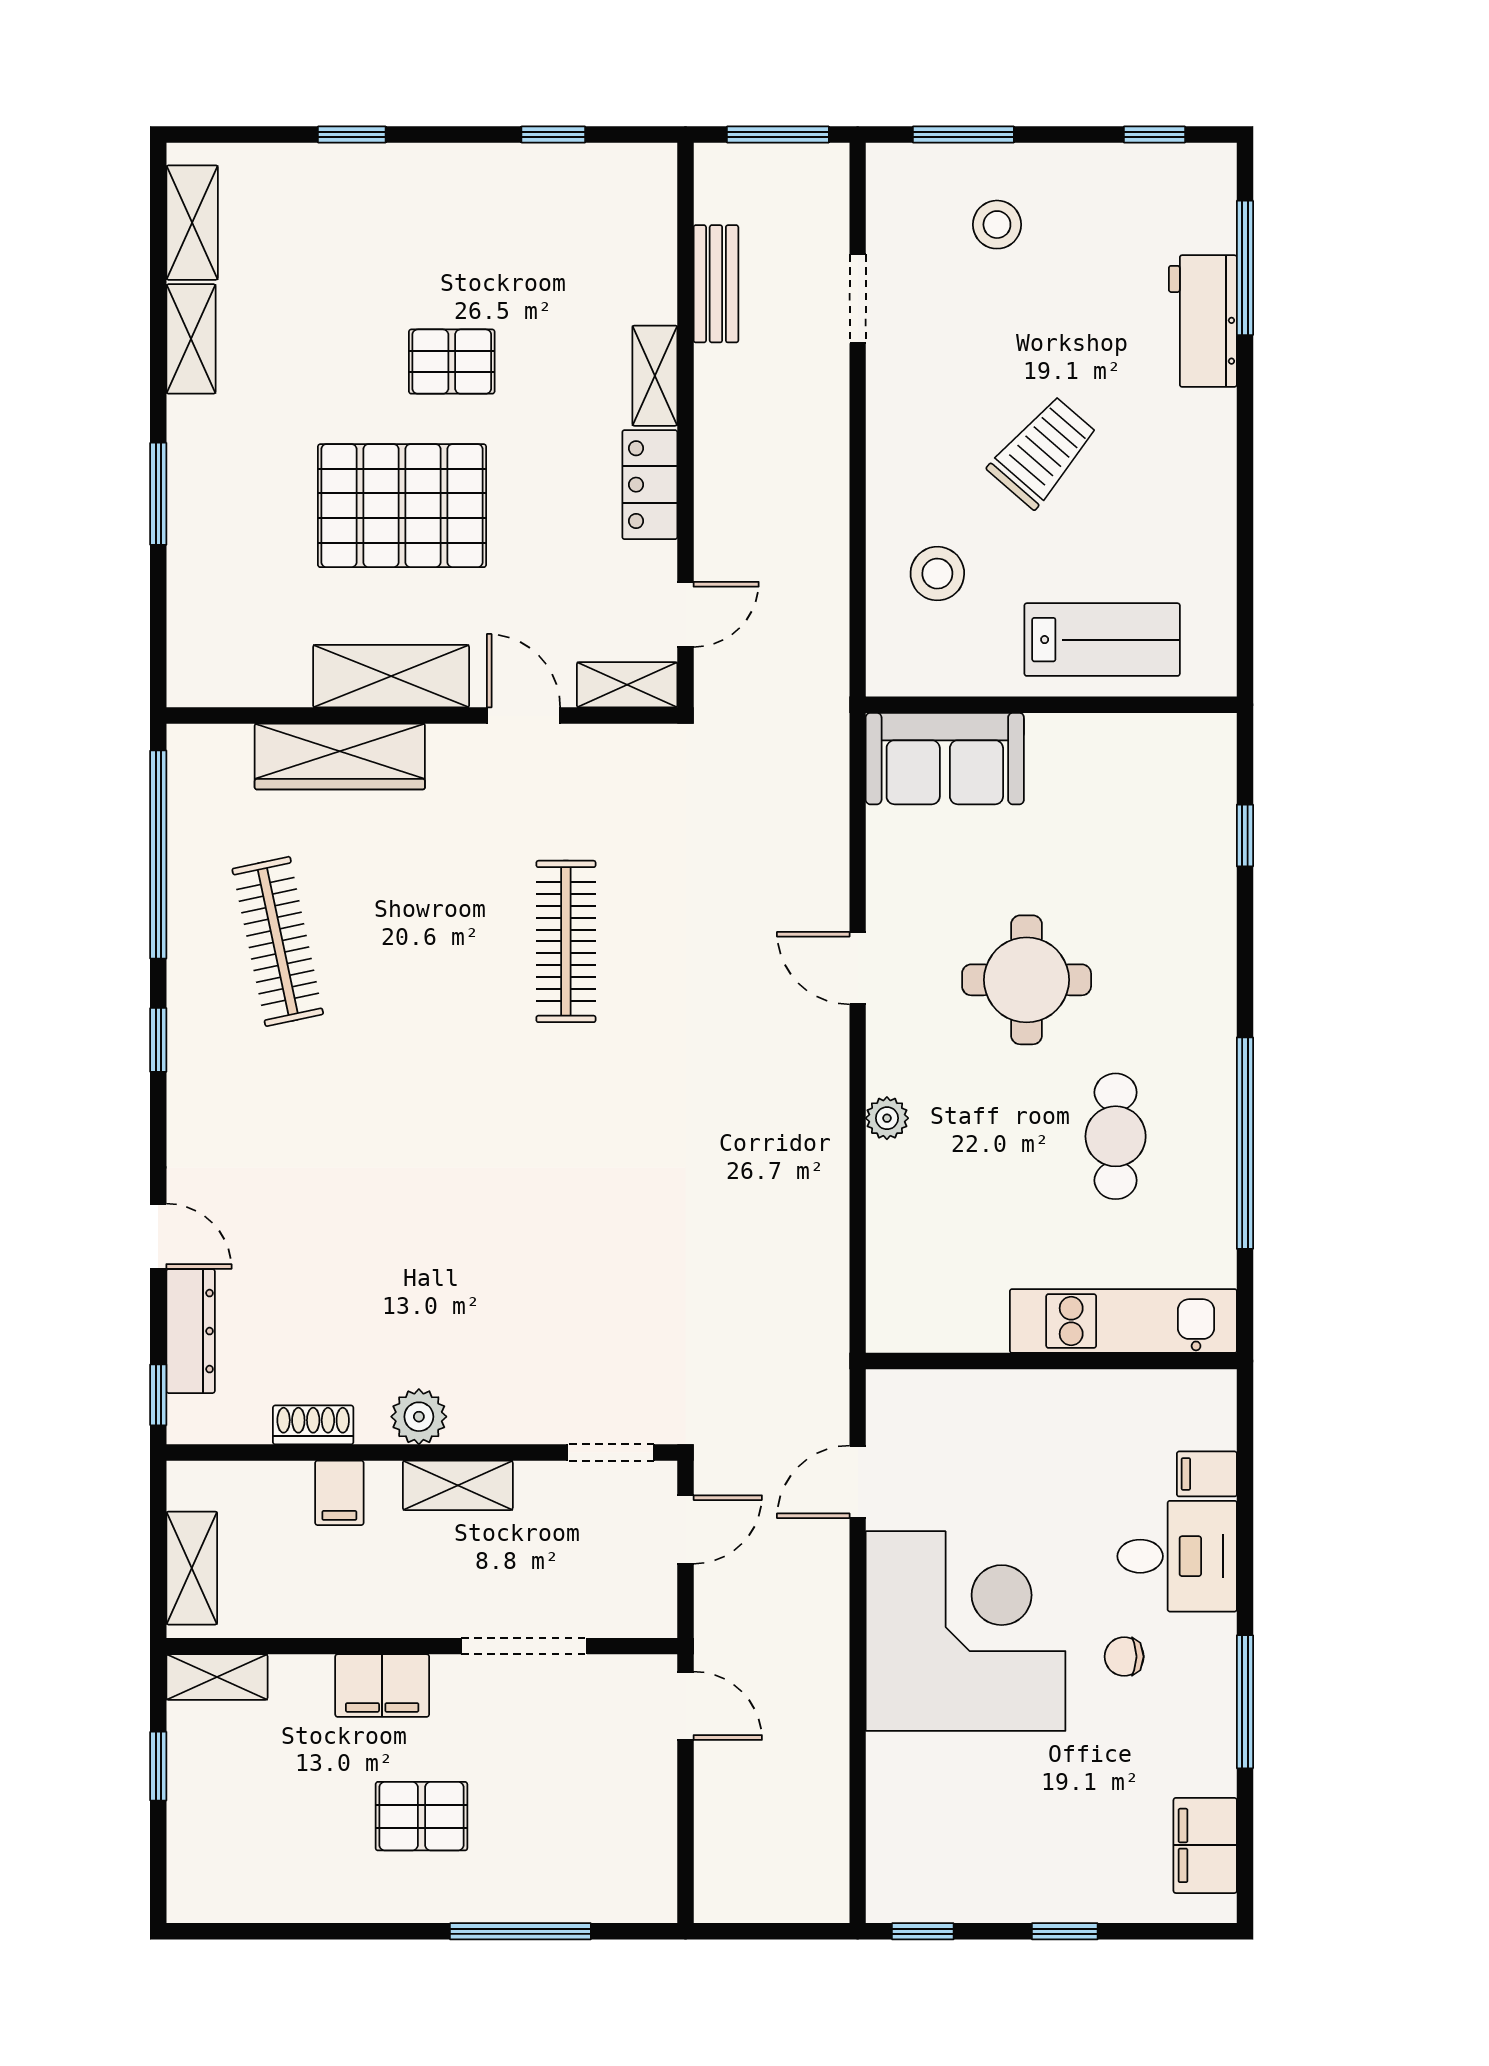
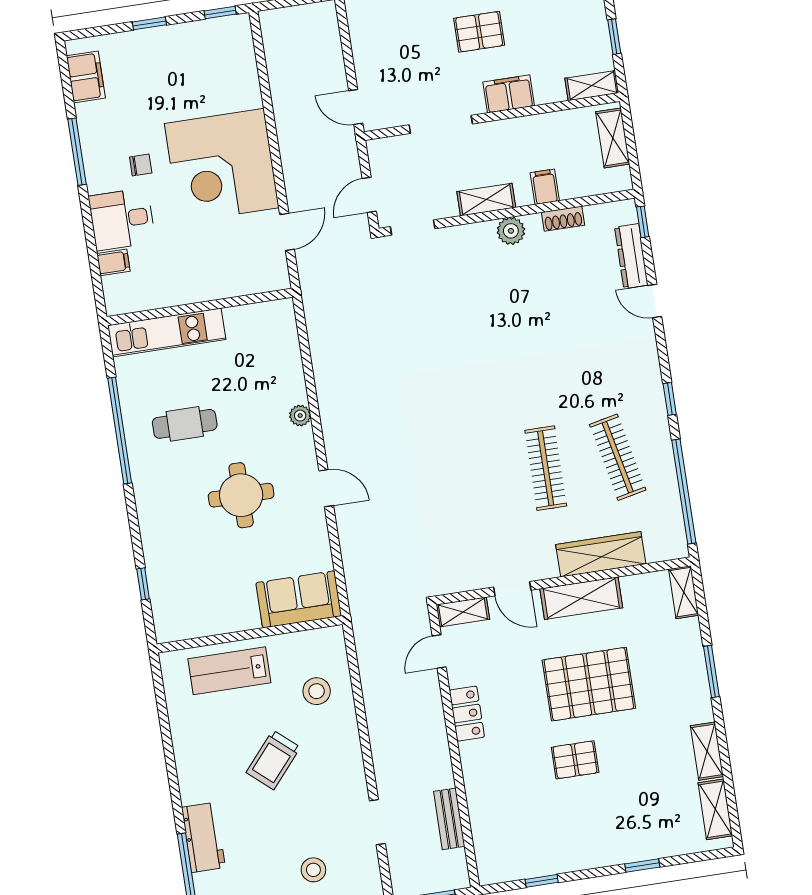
shelving: (655, 376) -> (684, 592), moved
clothes rail: (566, 941) -> (546, 468), moved
cafe table: (1116, 1136) -> (185, 424), turned 90

